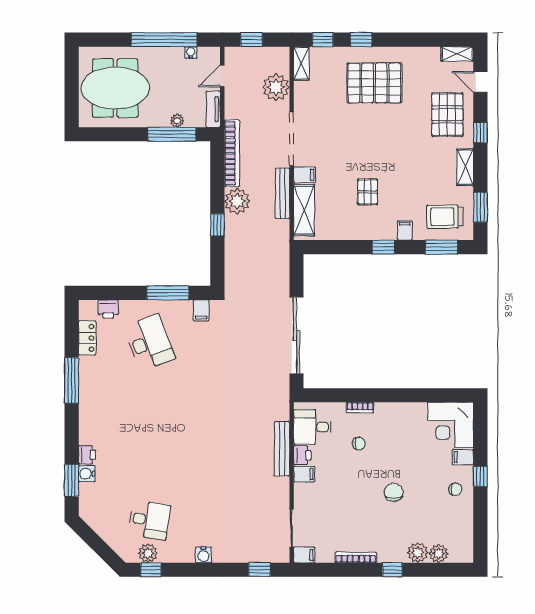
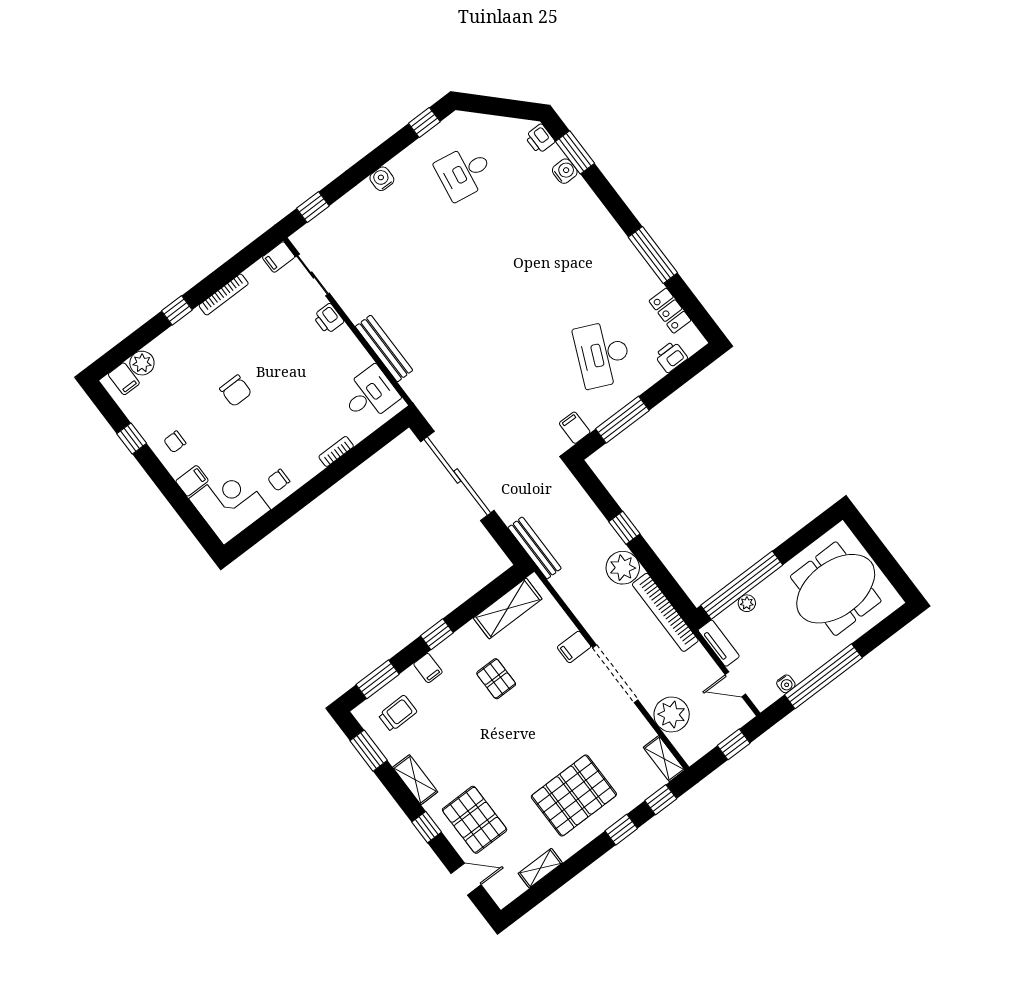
shelving: (457, 54) -> (540, 868), moved
door: (222, 76) -> (735, 684), swing flipped
window: (172, 134) -> (742, 585), width x1.46
bench: (282, 193) -> (535, 548), moved
shelving: (304, 210) -> (508, 608), moved, turned 90
trolley: (445, 217) -> (398, 713), width x0.73, depth x0.72
desk: (149, 343) -> (603, 354), turned 45
chair: (359, 444) -> (279, 480), moved
printer: (87, 455) -> (540, 139), moved
printer: (302, 455) -> (328, 319), moved
filing cabinet: (304, 474) -> (124, 379), moved, turned -90
window: (480, 476) -> (132, 438), moved
plant: (148, 553) -> (440, 137), removed
plant: (418, 553) -> (164, 348), removed

